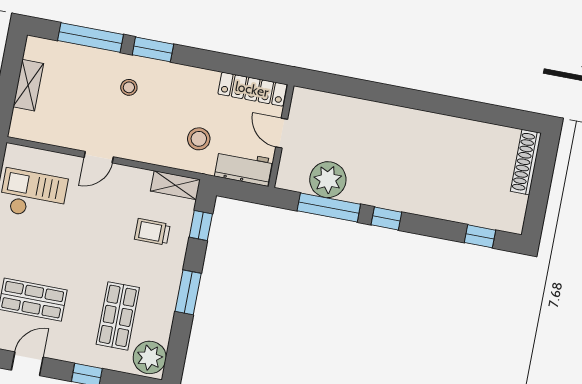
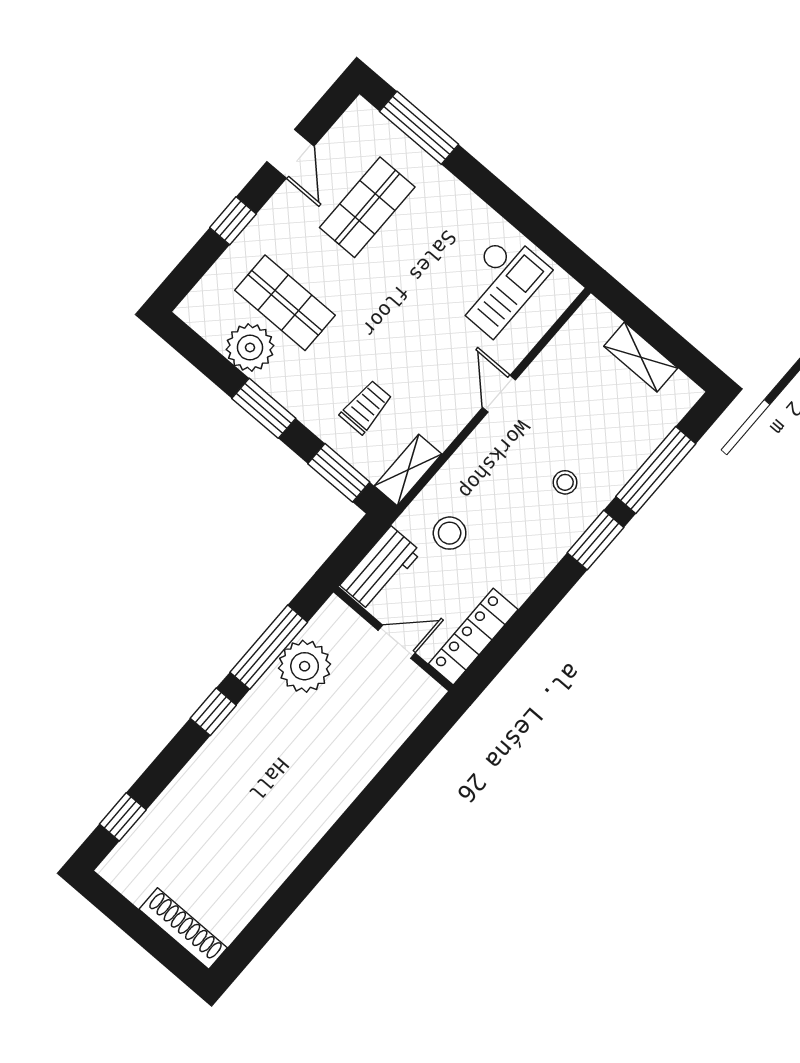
window: (201, 226) -> (339, 473), width x1.50
plant: (150, 357) -> (250, 348), moved

